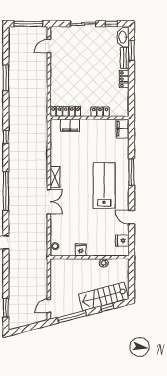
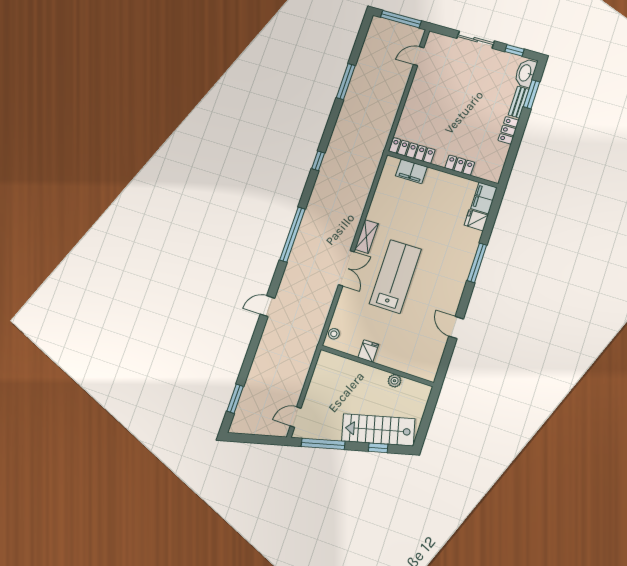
lab bench: (104, 185) -> (395, 277), moved
fridge: (122, 241) -> (476, 220), moved

